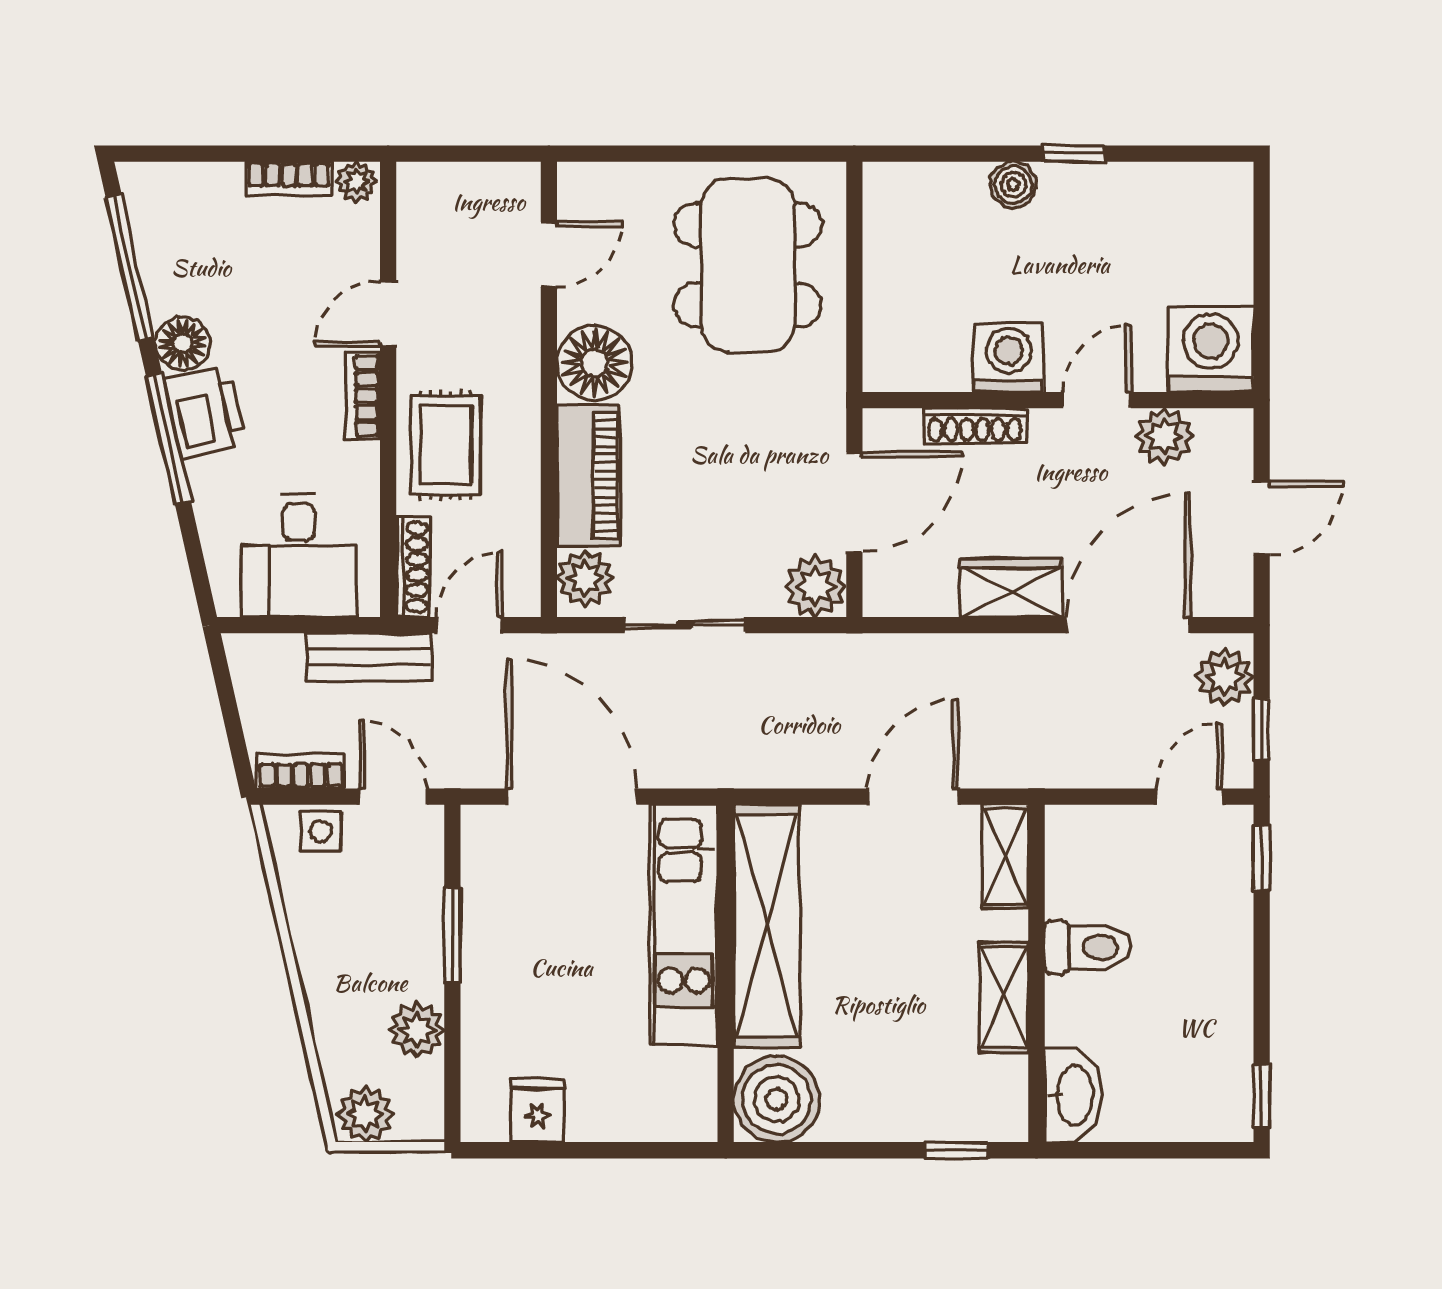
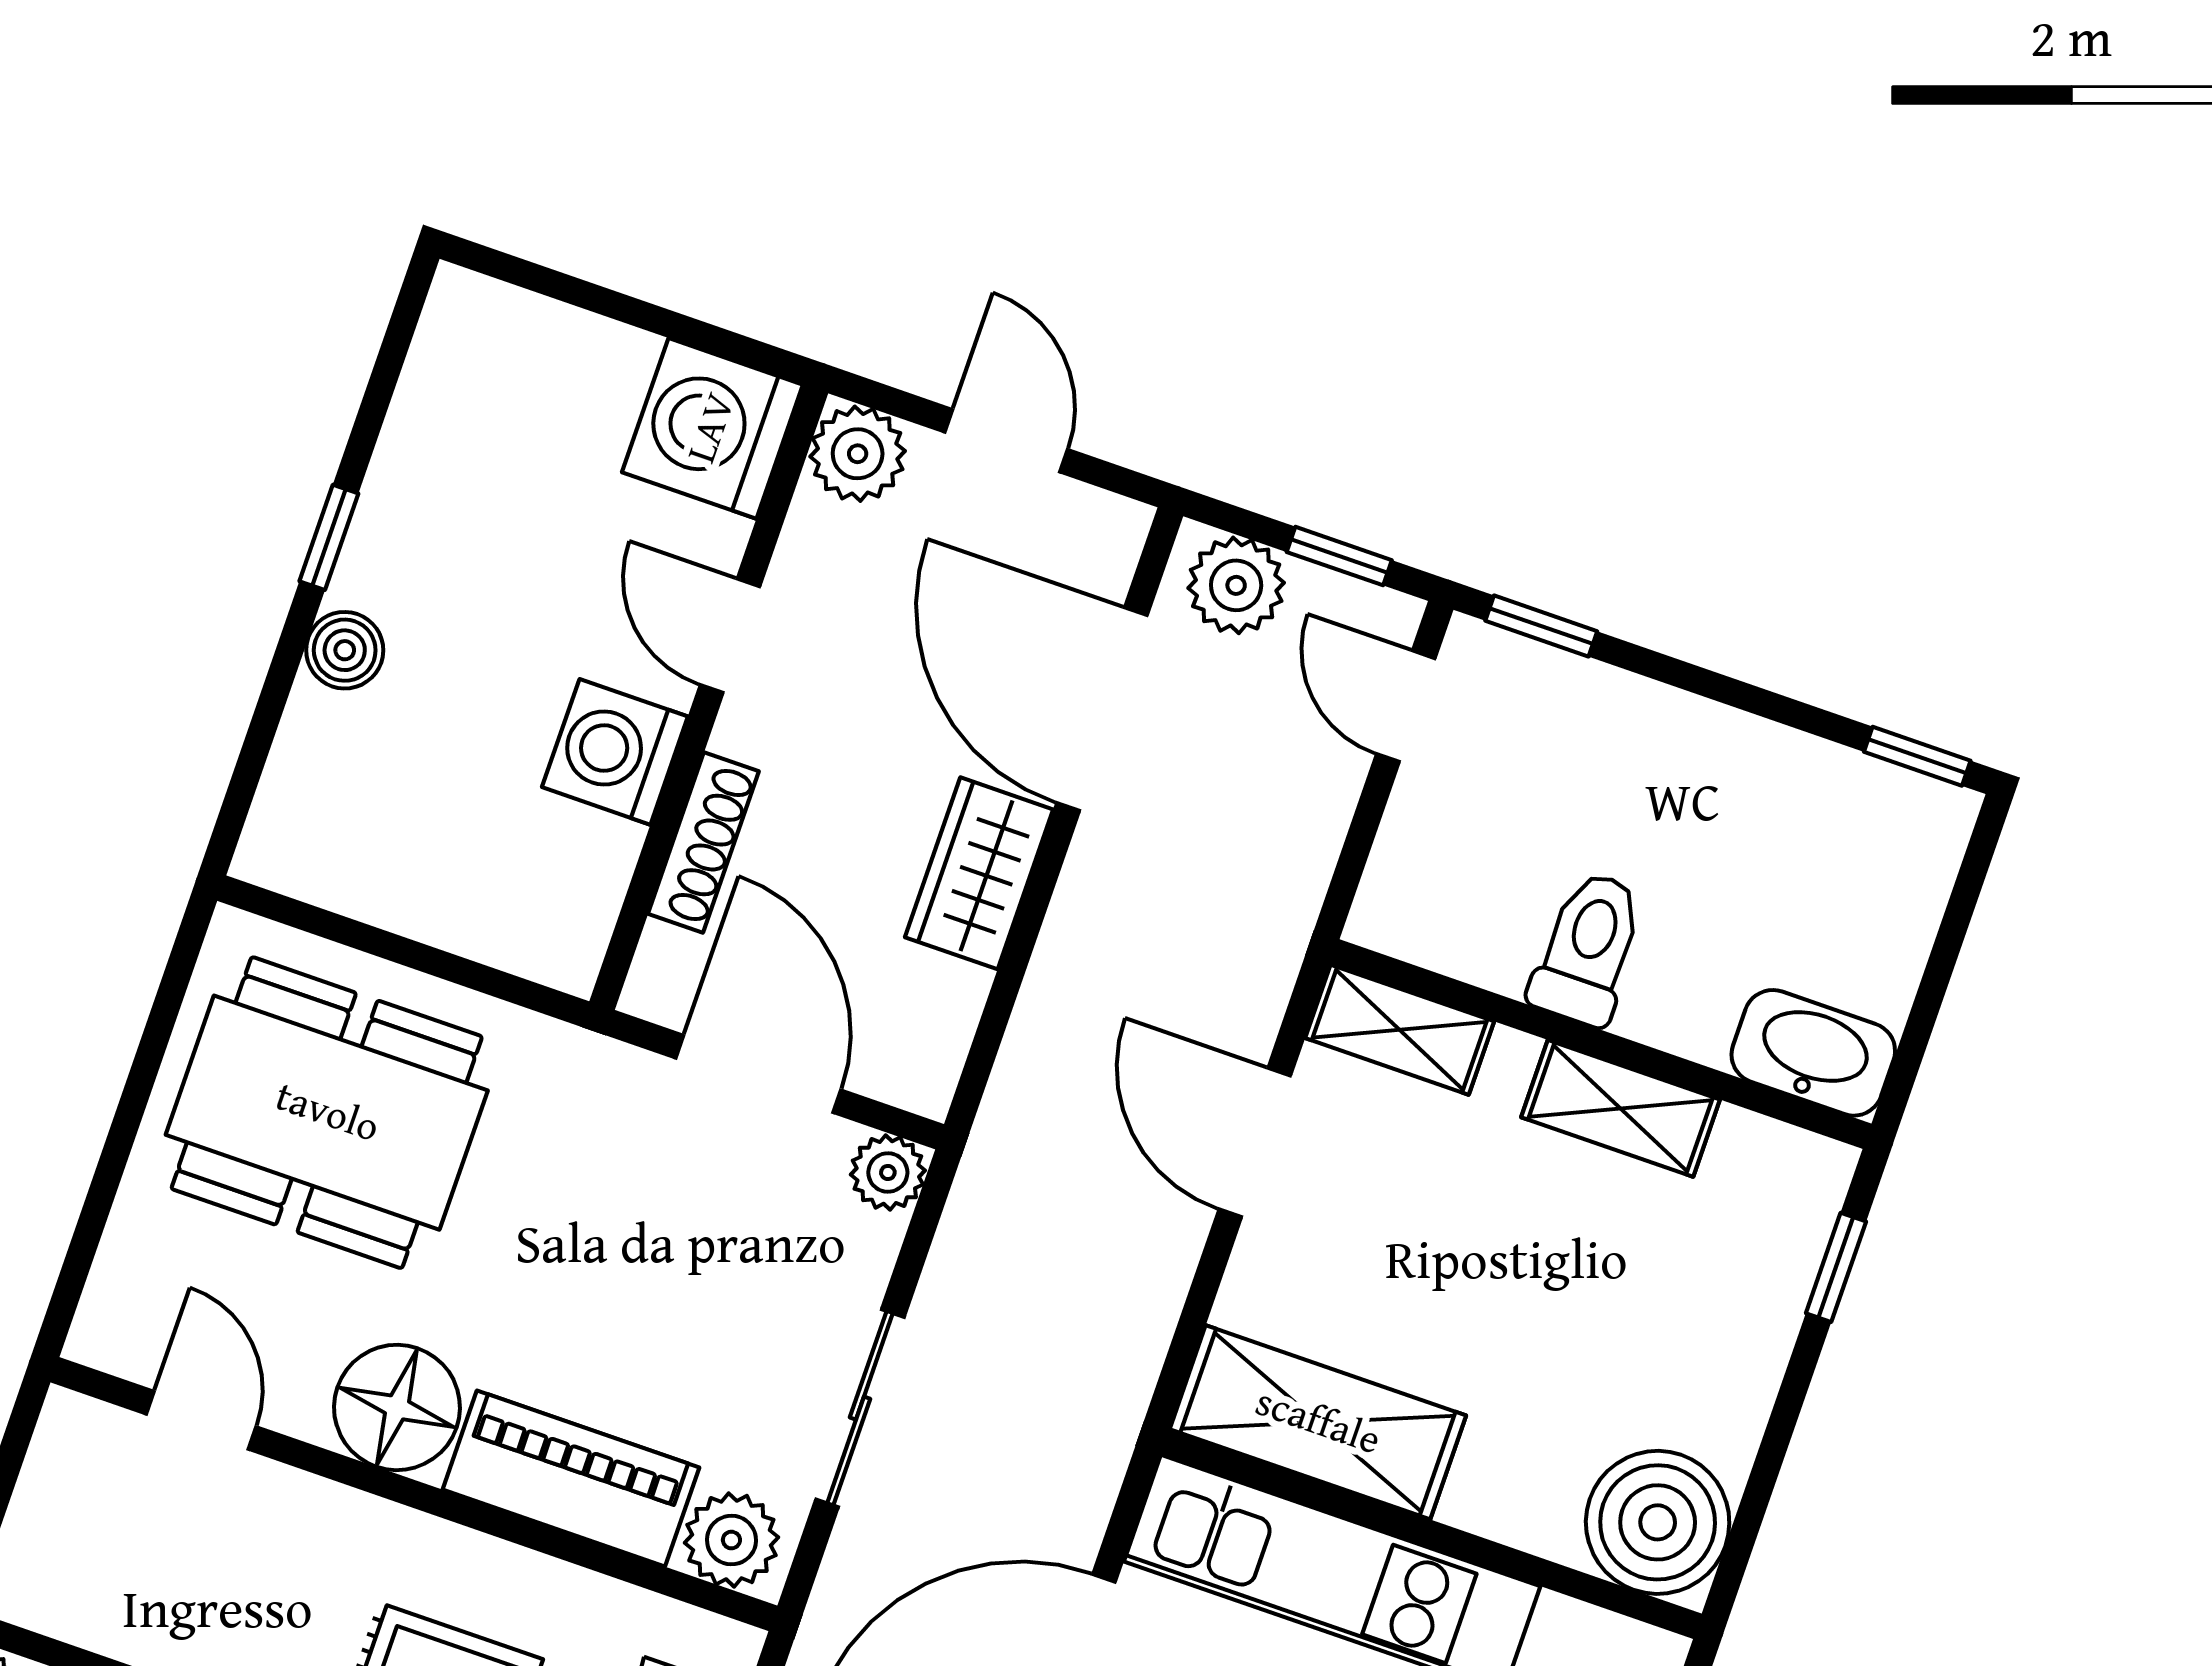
plant: (1164, 437) -> (858, 454), moved
plant: (816, 586) -> (888, 1173), width x0.73, depth x0.73
shelving: (767, 926) -> (1318, 1422), width x0.68

